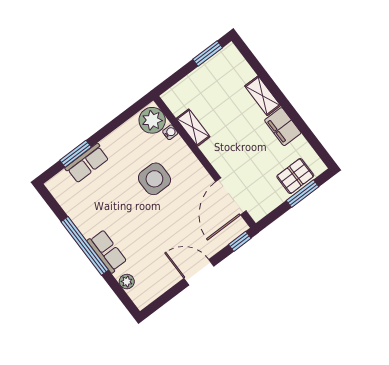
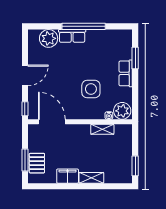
row of seats: (87, 163) -> (126, 73), moved
plant: (127, 282) -> (49, 38), width x1.88, depth x1.88

